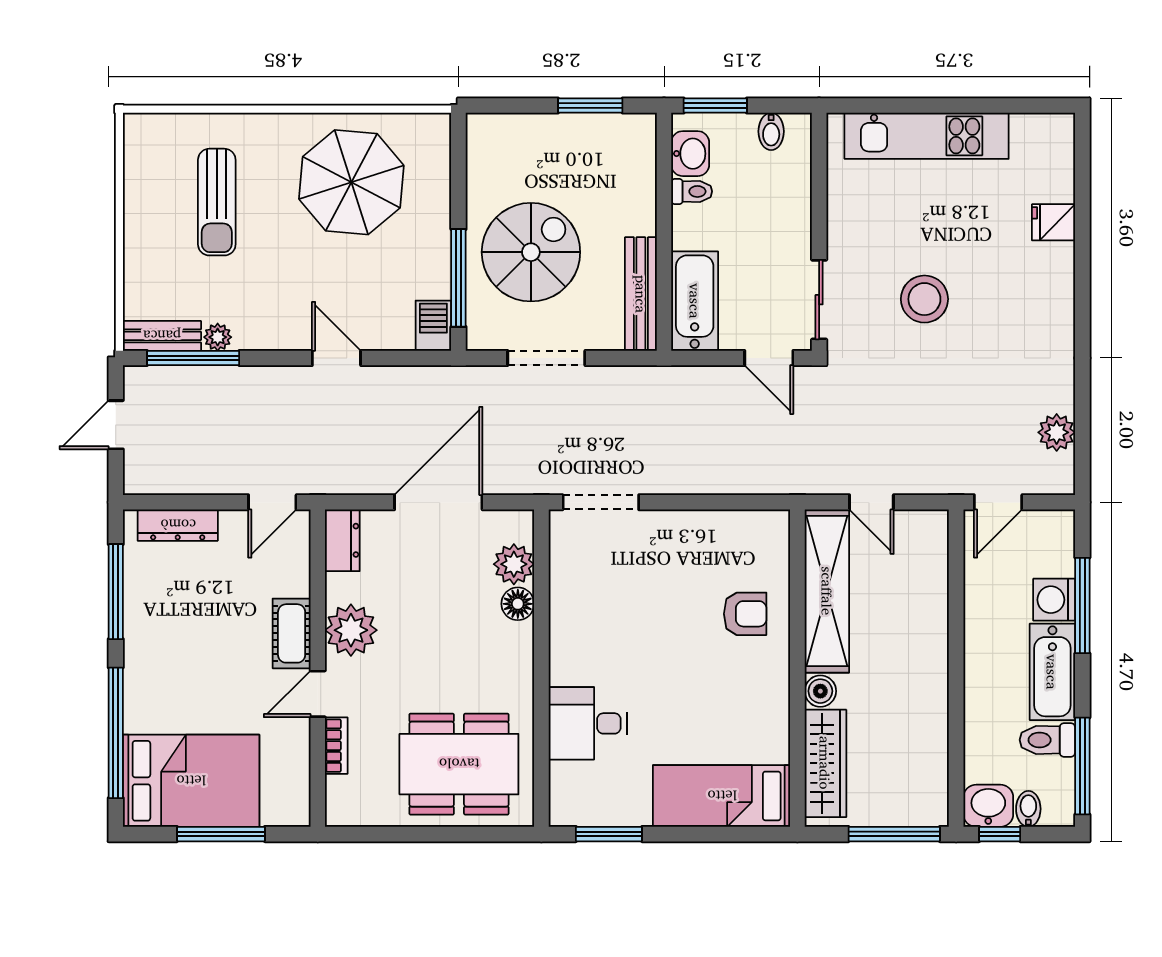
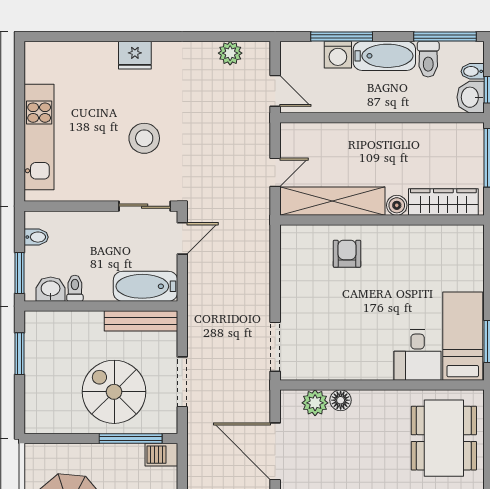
fridge: (1054, 222) -> (135, 55), moved, width x1.38
bed: (722, 796) -> (463, 336), moved, turned 180

